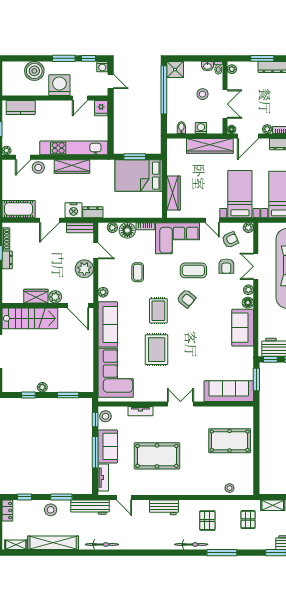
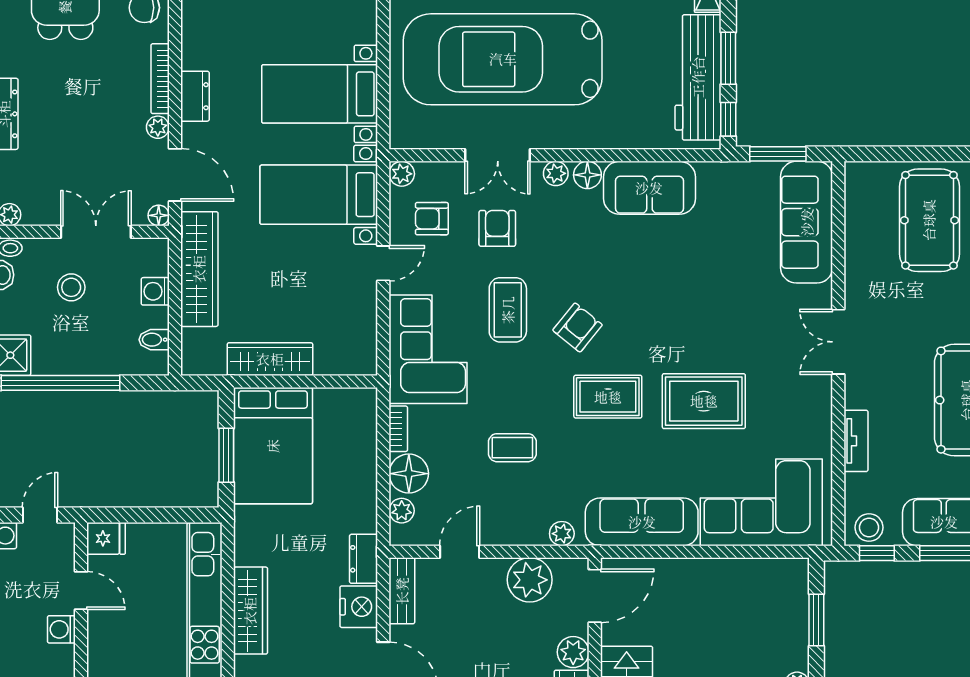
washing machine: (59, 85) -> (61, 629), width x0.53, depth x0.53
wardrobe: (174, 193) -> (270, 359), moved
armchair: (230, 240) -> (432, 219), turned -66
armchair: (226, 266) -> (497, 228), turned -90
plant: (84, 269) -> (530, 580), moved

